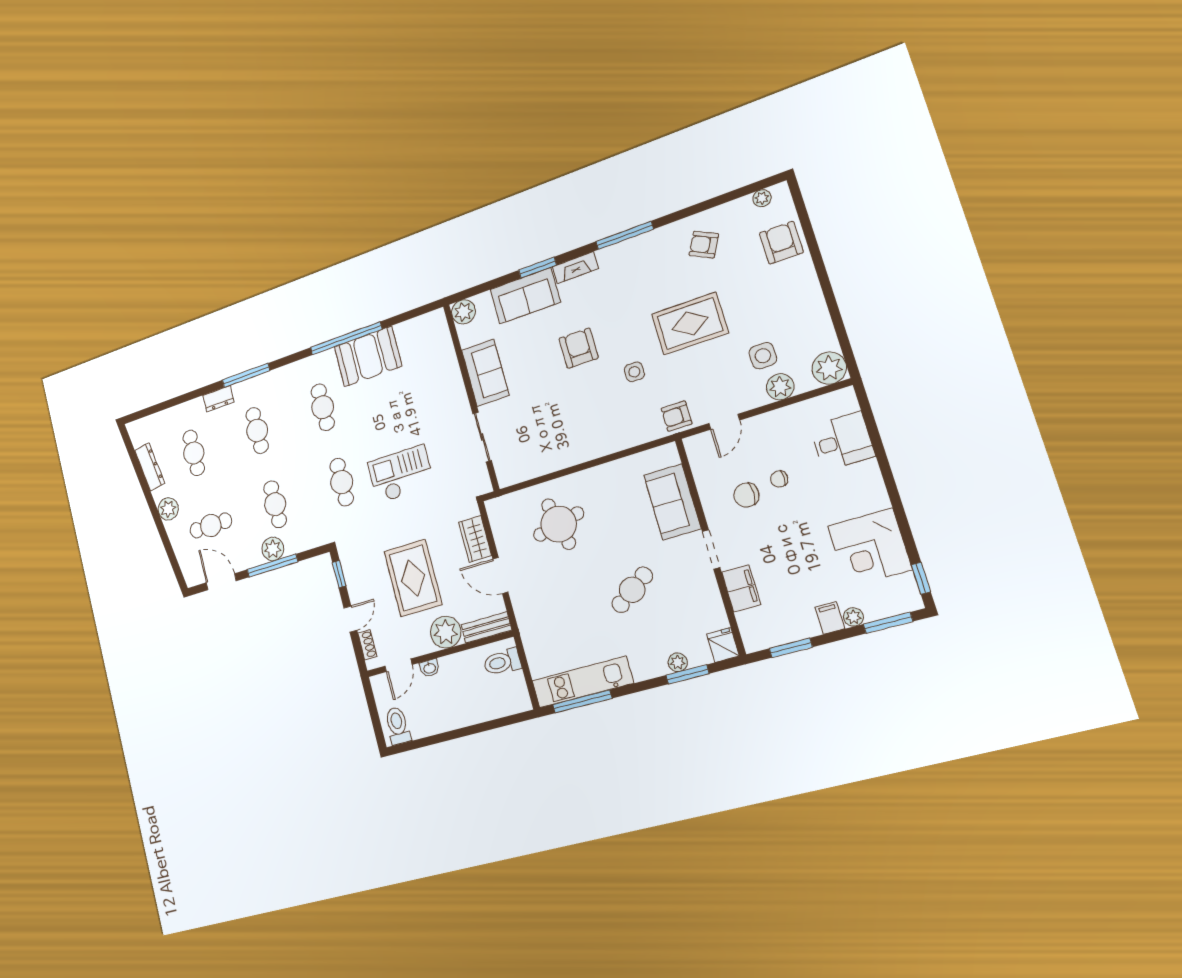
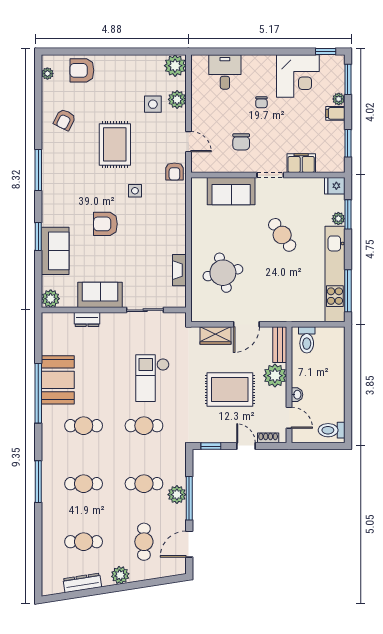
fireplace: (575, 268) -> (179, 270), moved, turned 180
dresser: (218, 399) -> (87, 320), moved, turned 90
chair: (779, 479) -> (261, 102), moved
kitchen unit: (582, 682) -> (335, 274), width x1.36

